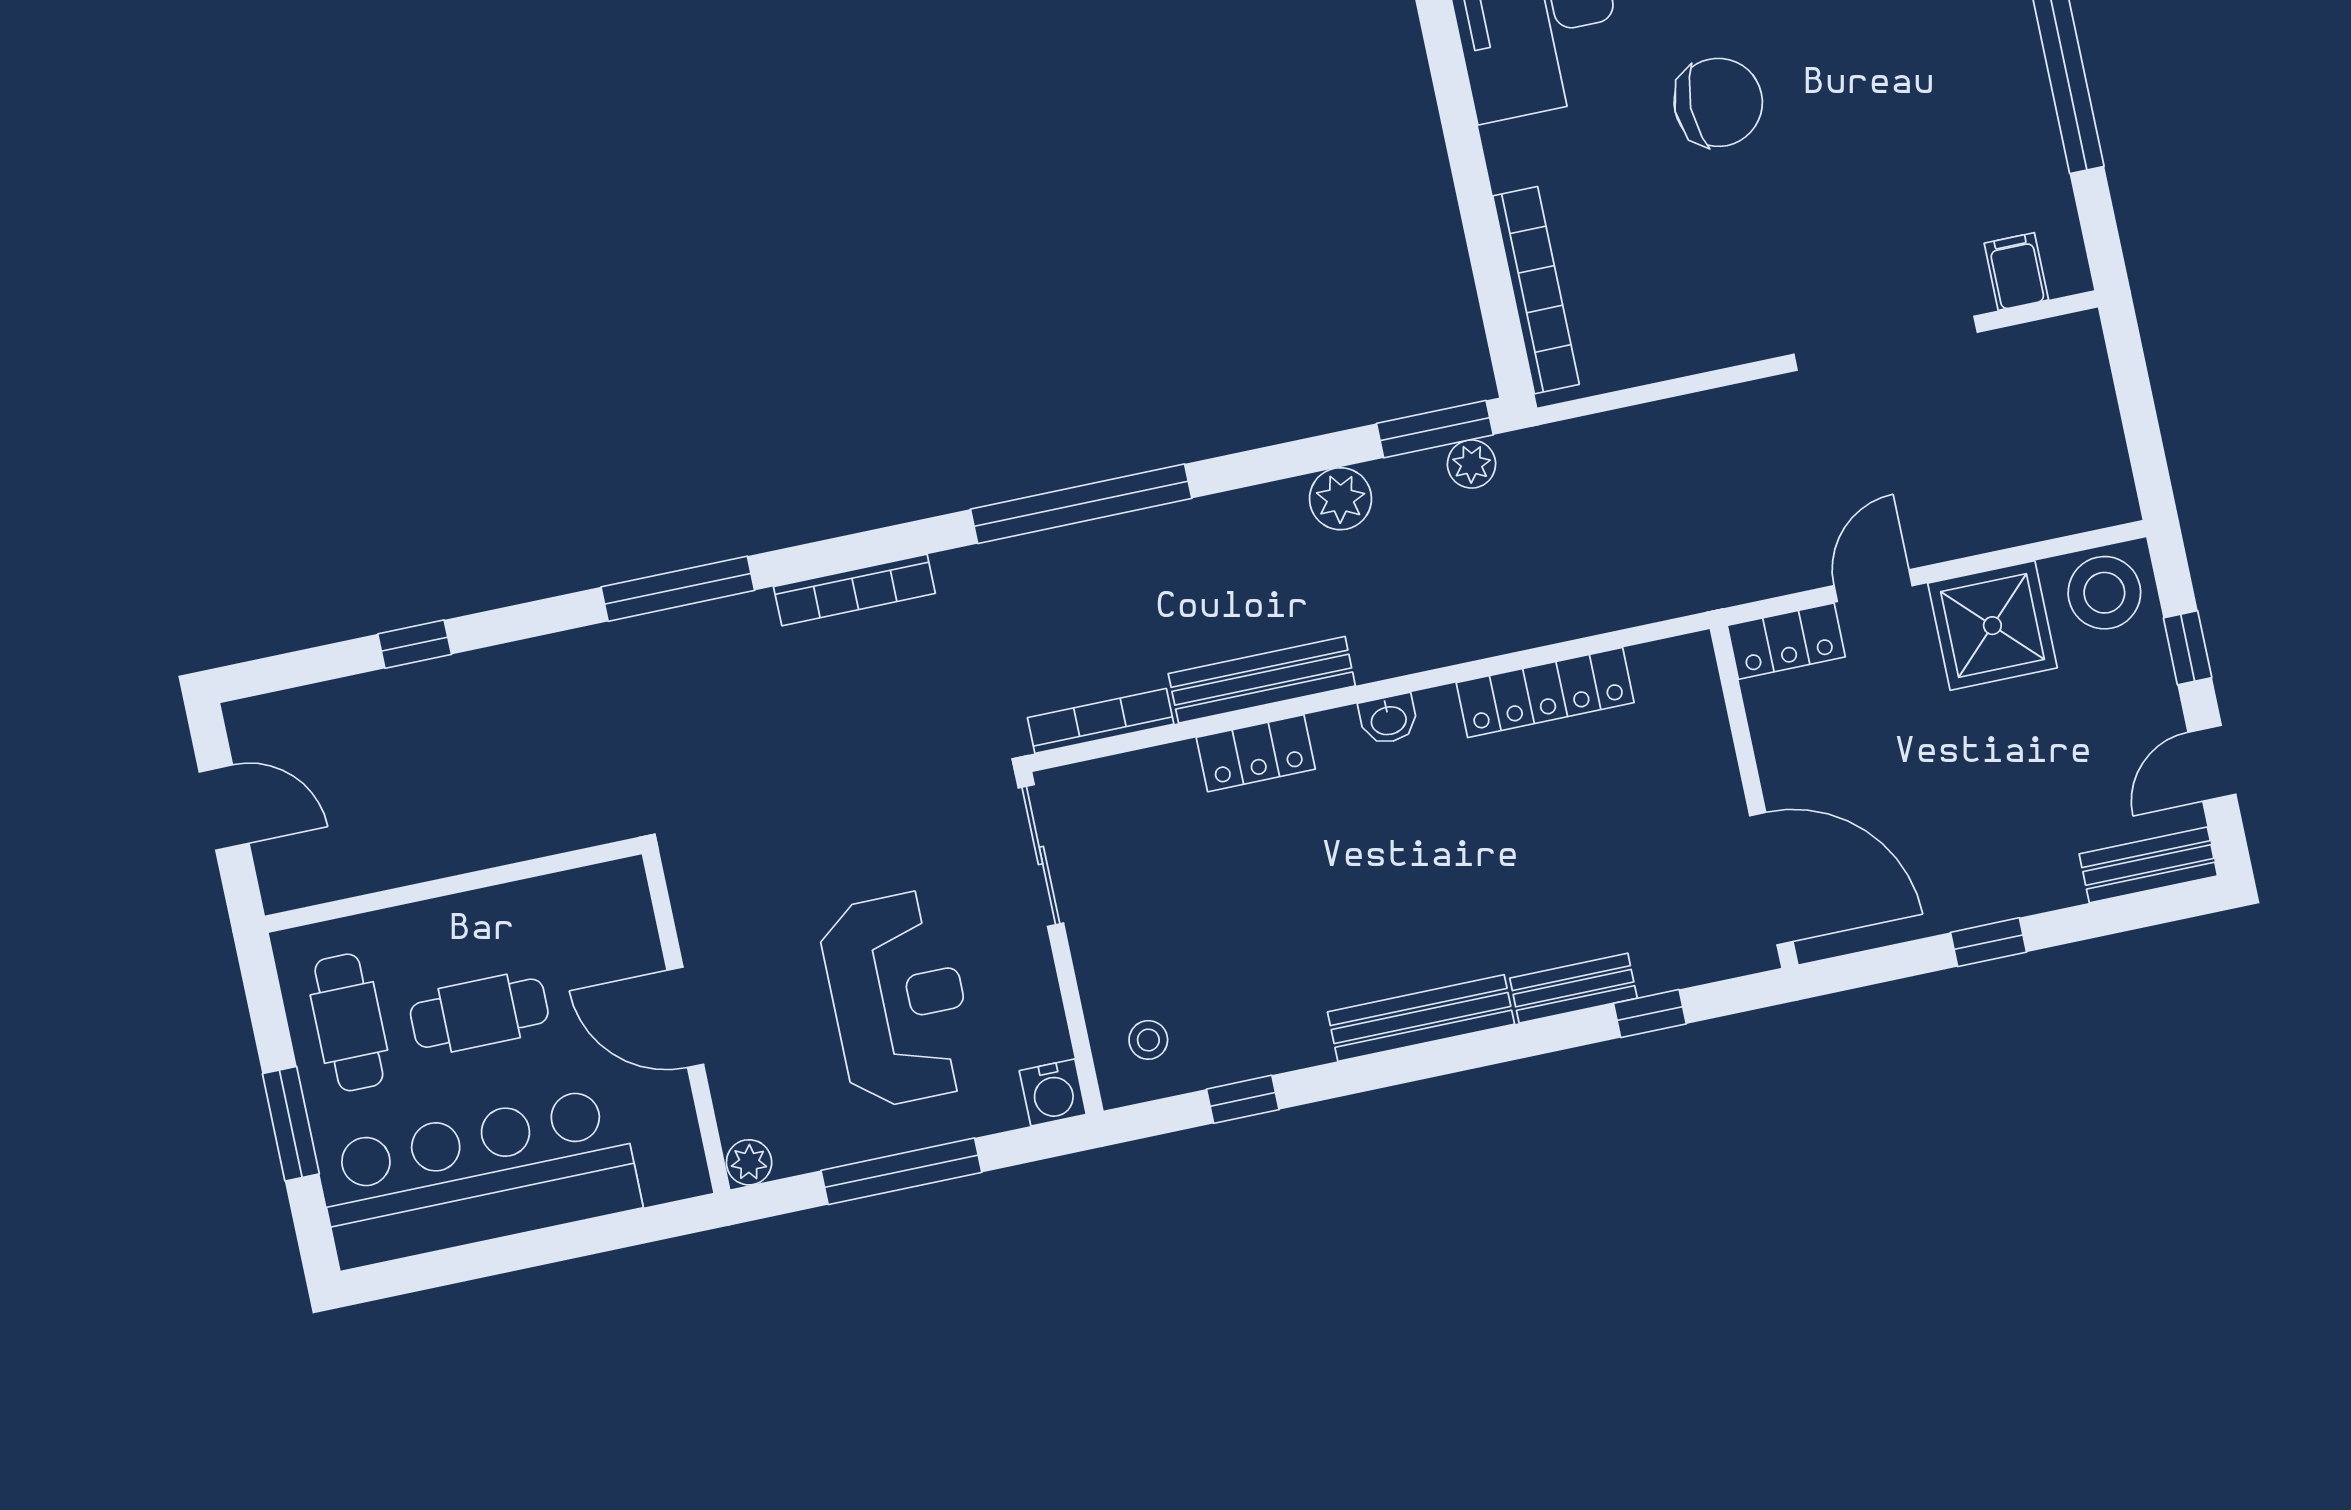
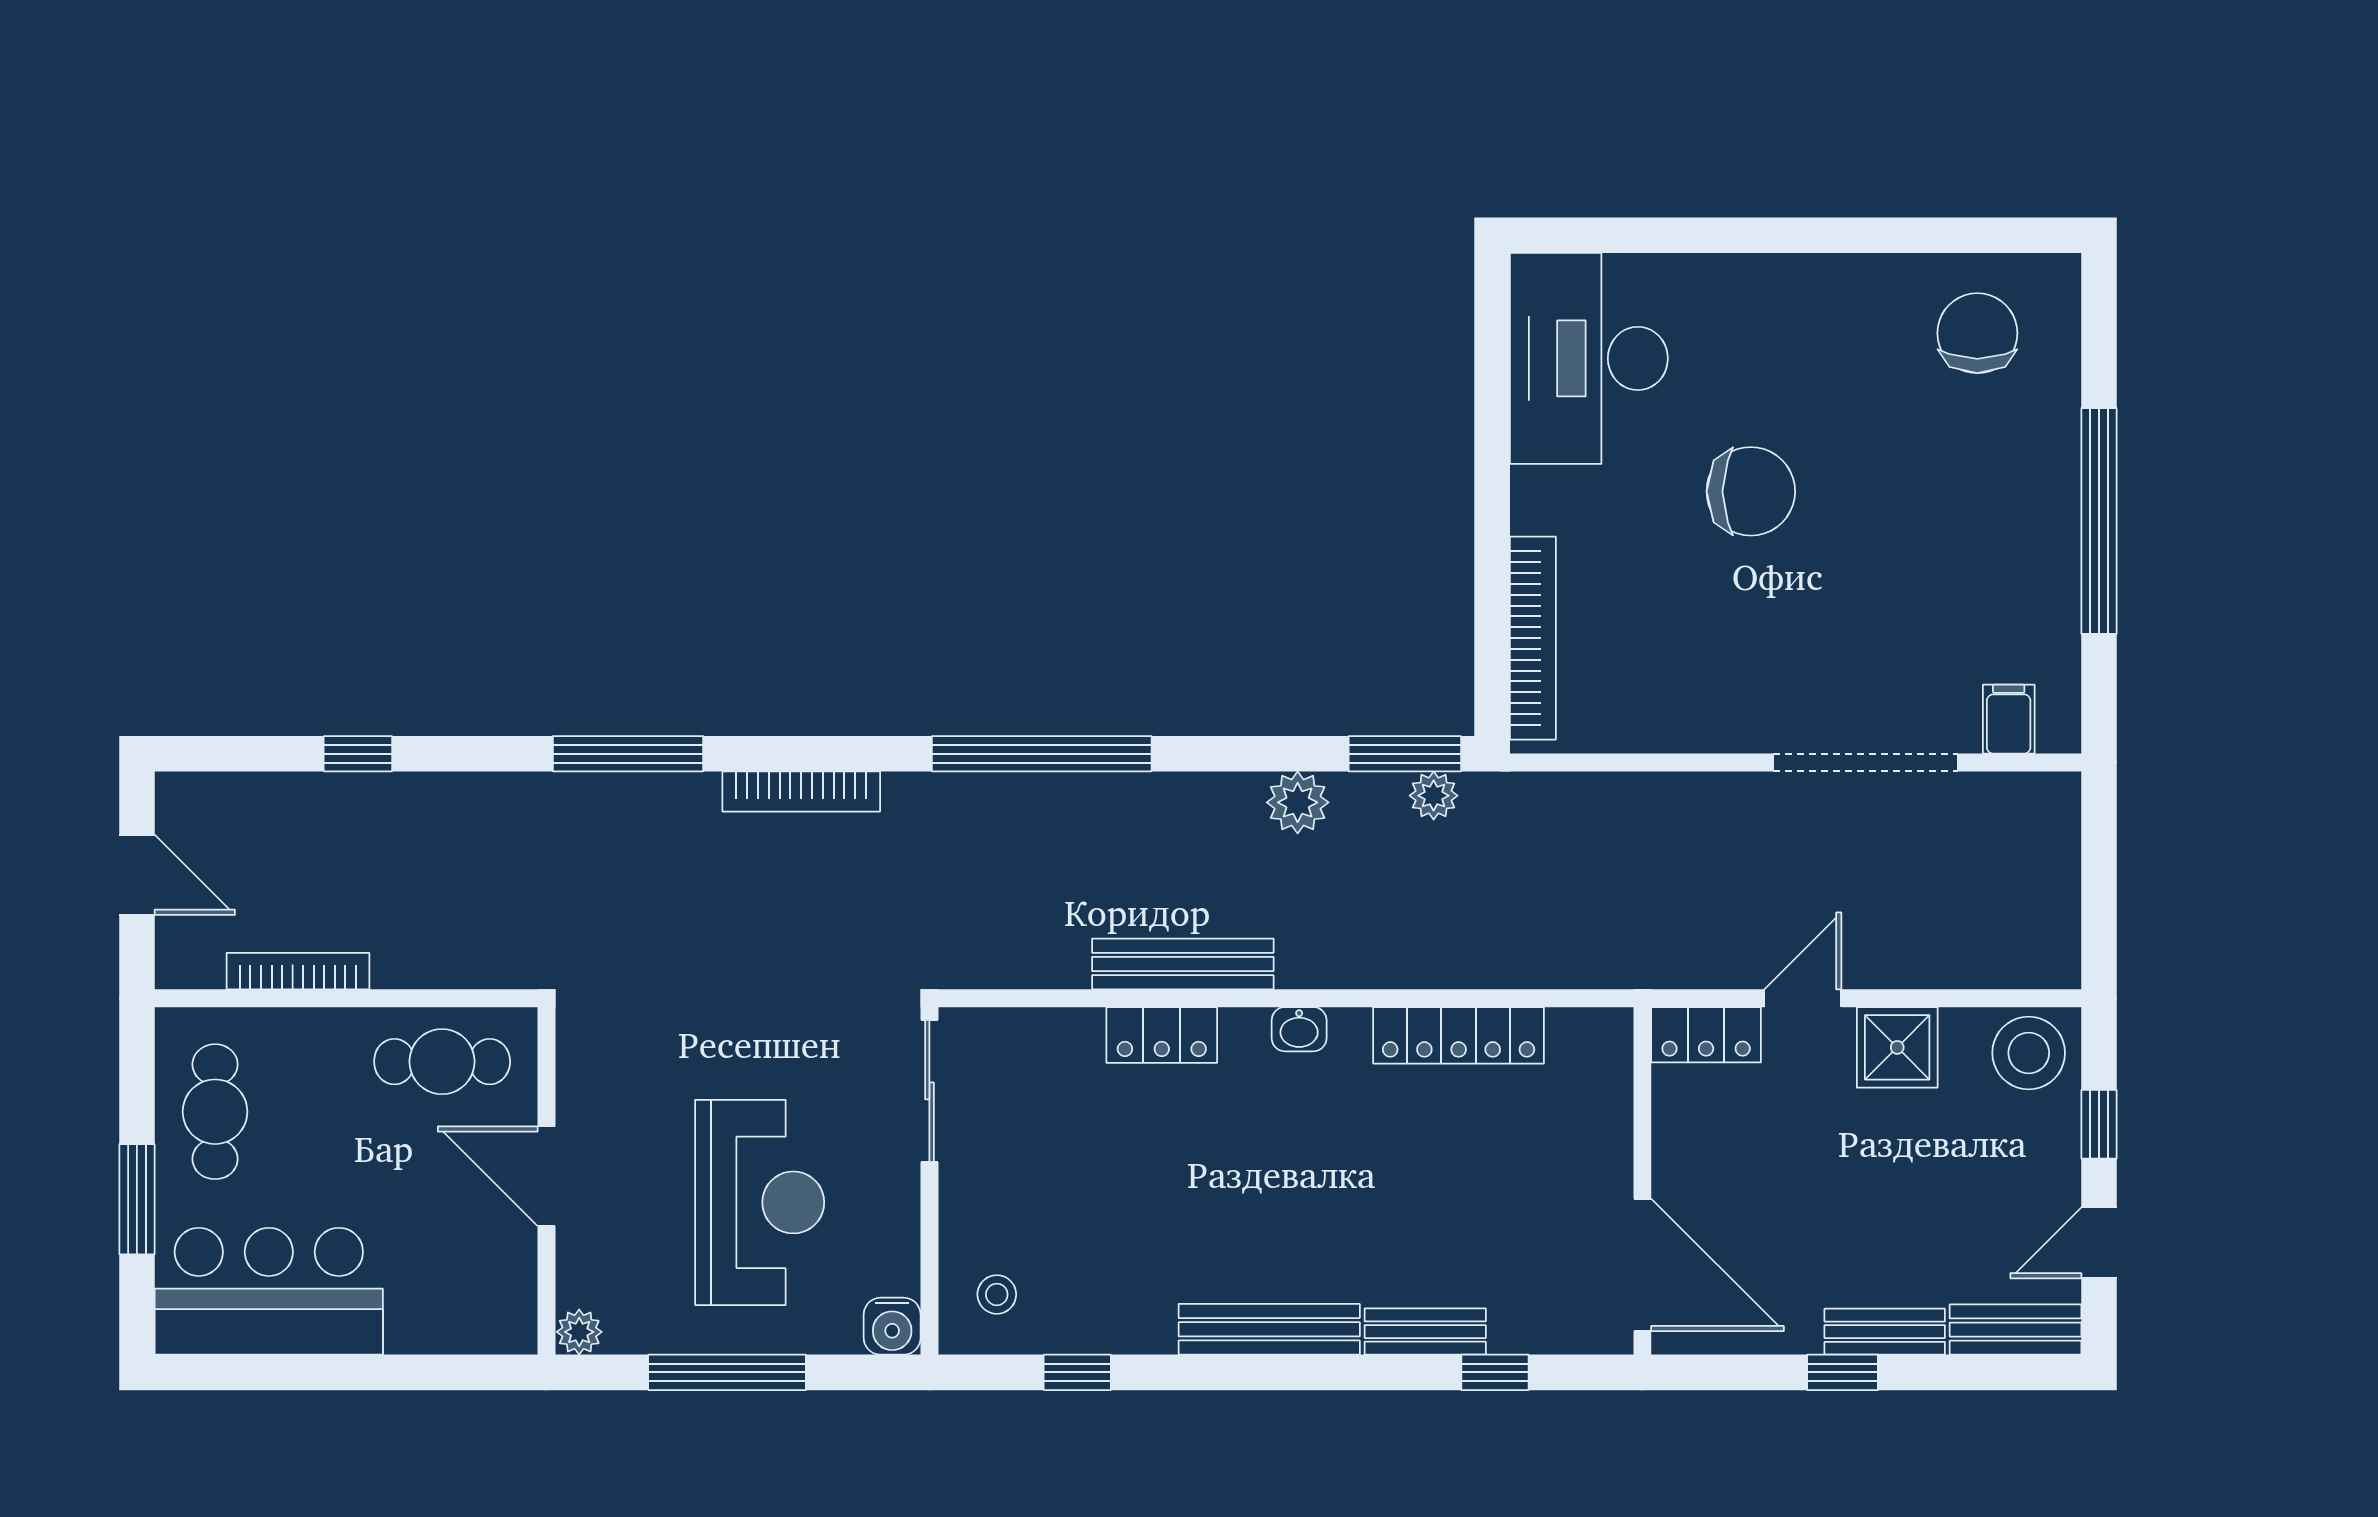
shower: (1992, 626) -> (1897, 1047), width x0.73, depth x0.73
bookcase: (1101, 721) -> (298, 971), moved
bench: (2021, 894) -> (1885, 1332), added
cafe table: (479, 1013) -> (442, 1062), moved
bar counter: (479, 1178) -> (269, 1291), width x0.73

